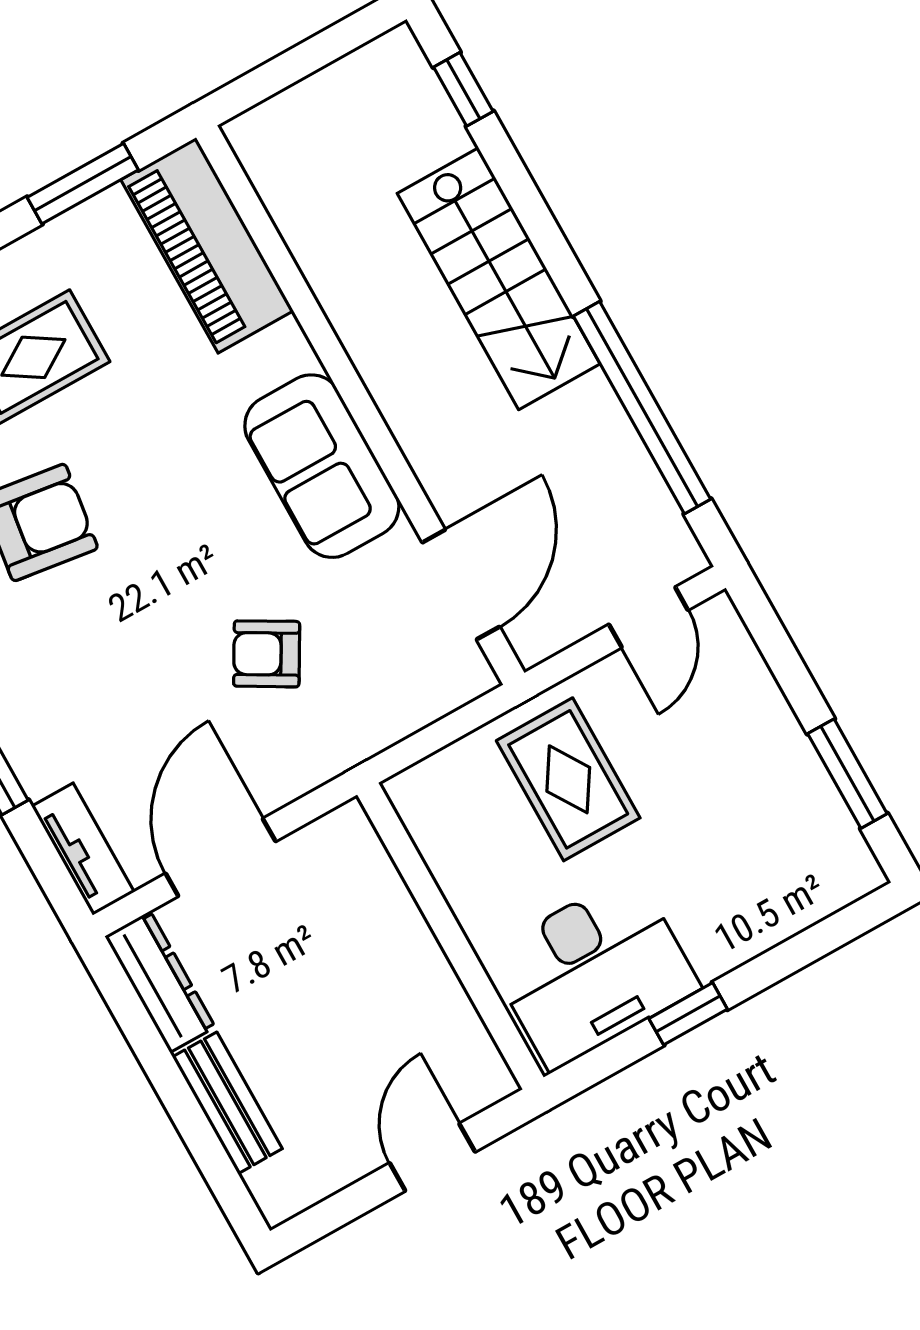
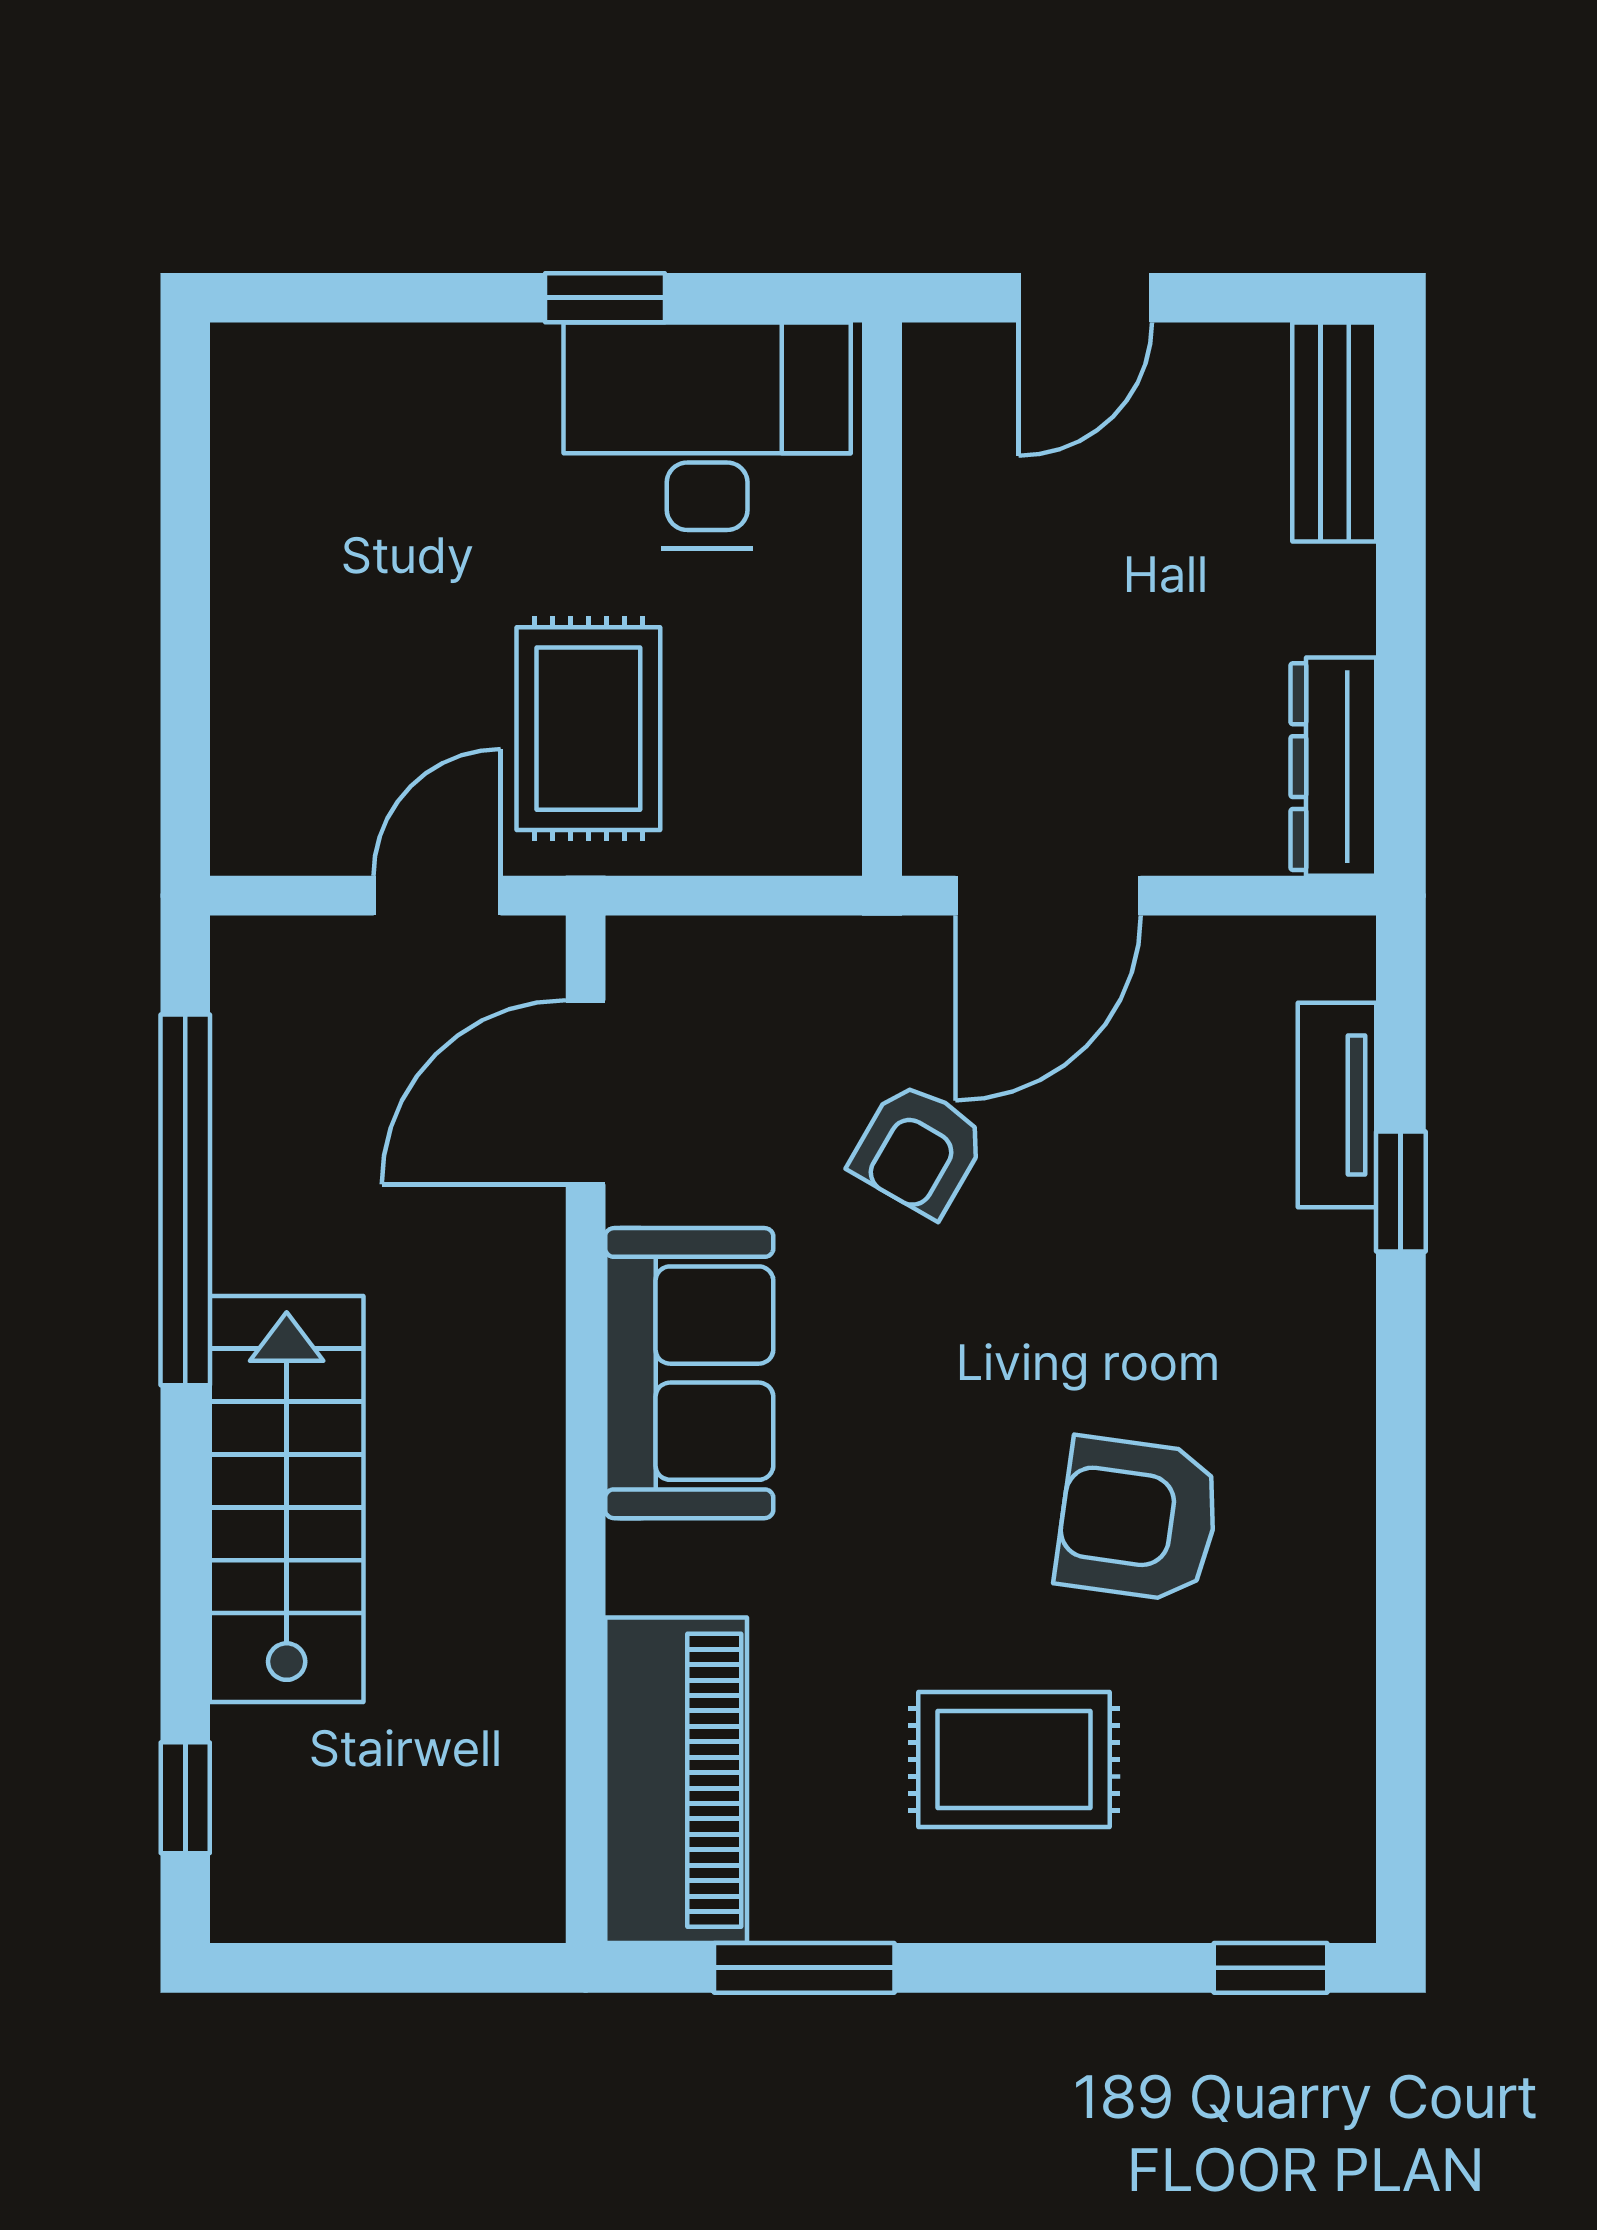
door: (648, 617) -> (437, 896), moved
armchair: (267, 654) -> (918, 1149), turned 90
window: (847, 774) -> (185, 513), removed
tv unit: (83, 849) -> (1337, 1105), moved
door: (221, 857) -> (1048, 896), moved
bench: (227, 1103) -> (1334, 432), moved

